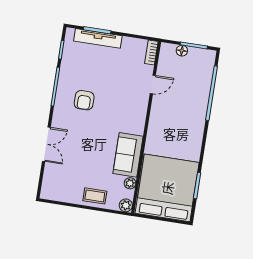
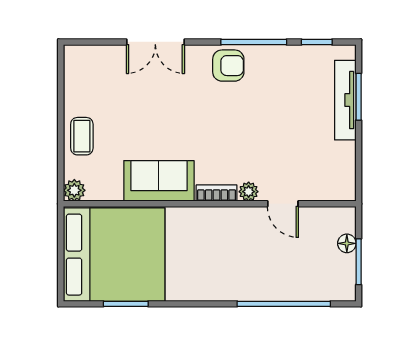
bookcase: (151, 53) -> (217, 193), moved
armchair: (84, 100) -> (228, 66), moved, turned 180
plant: (130, 183) -> (249, 192), moved

